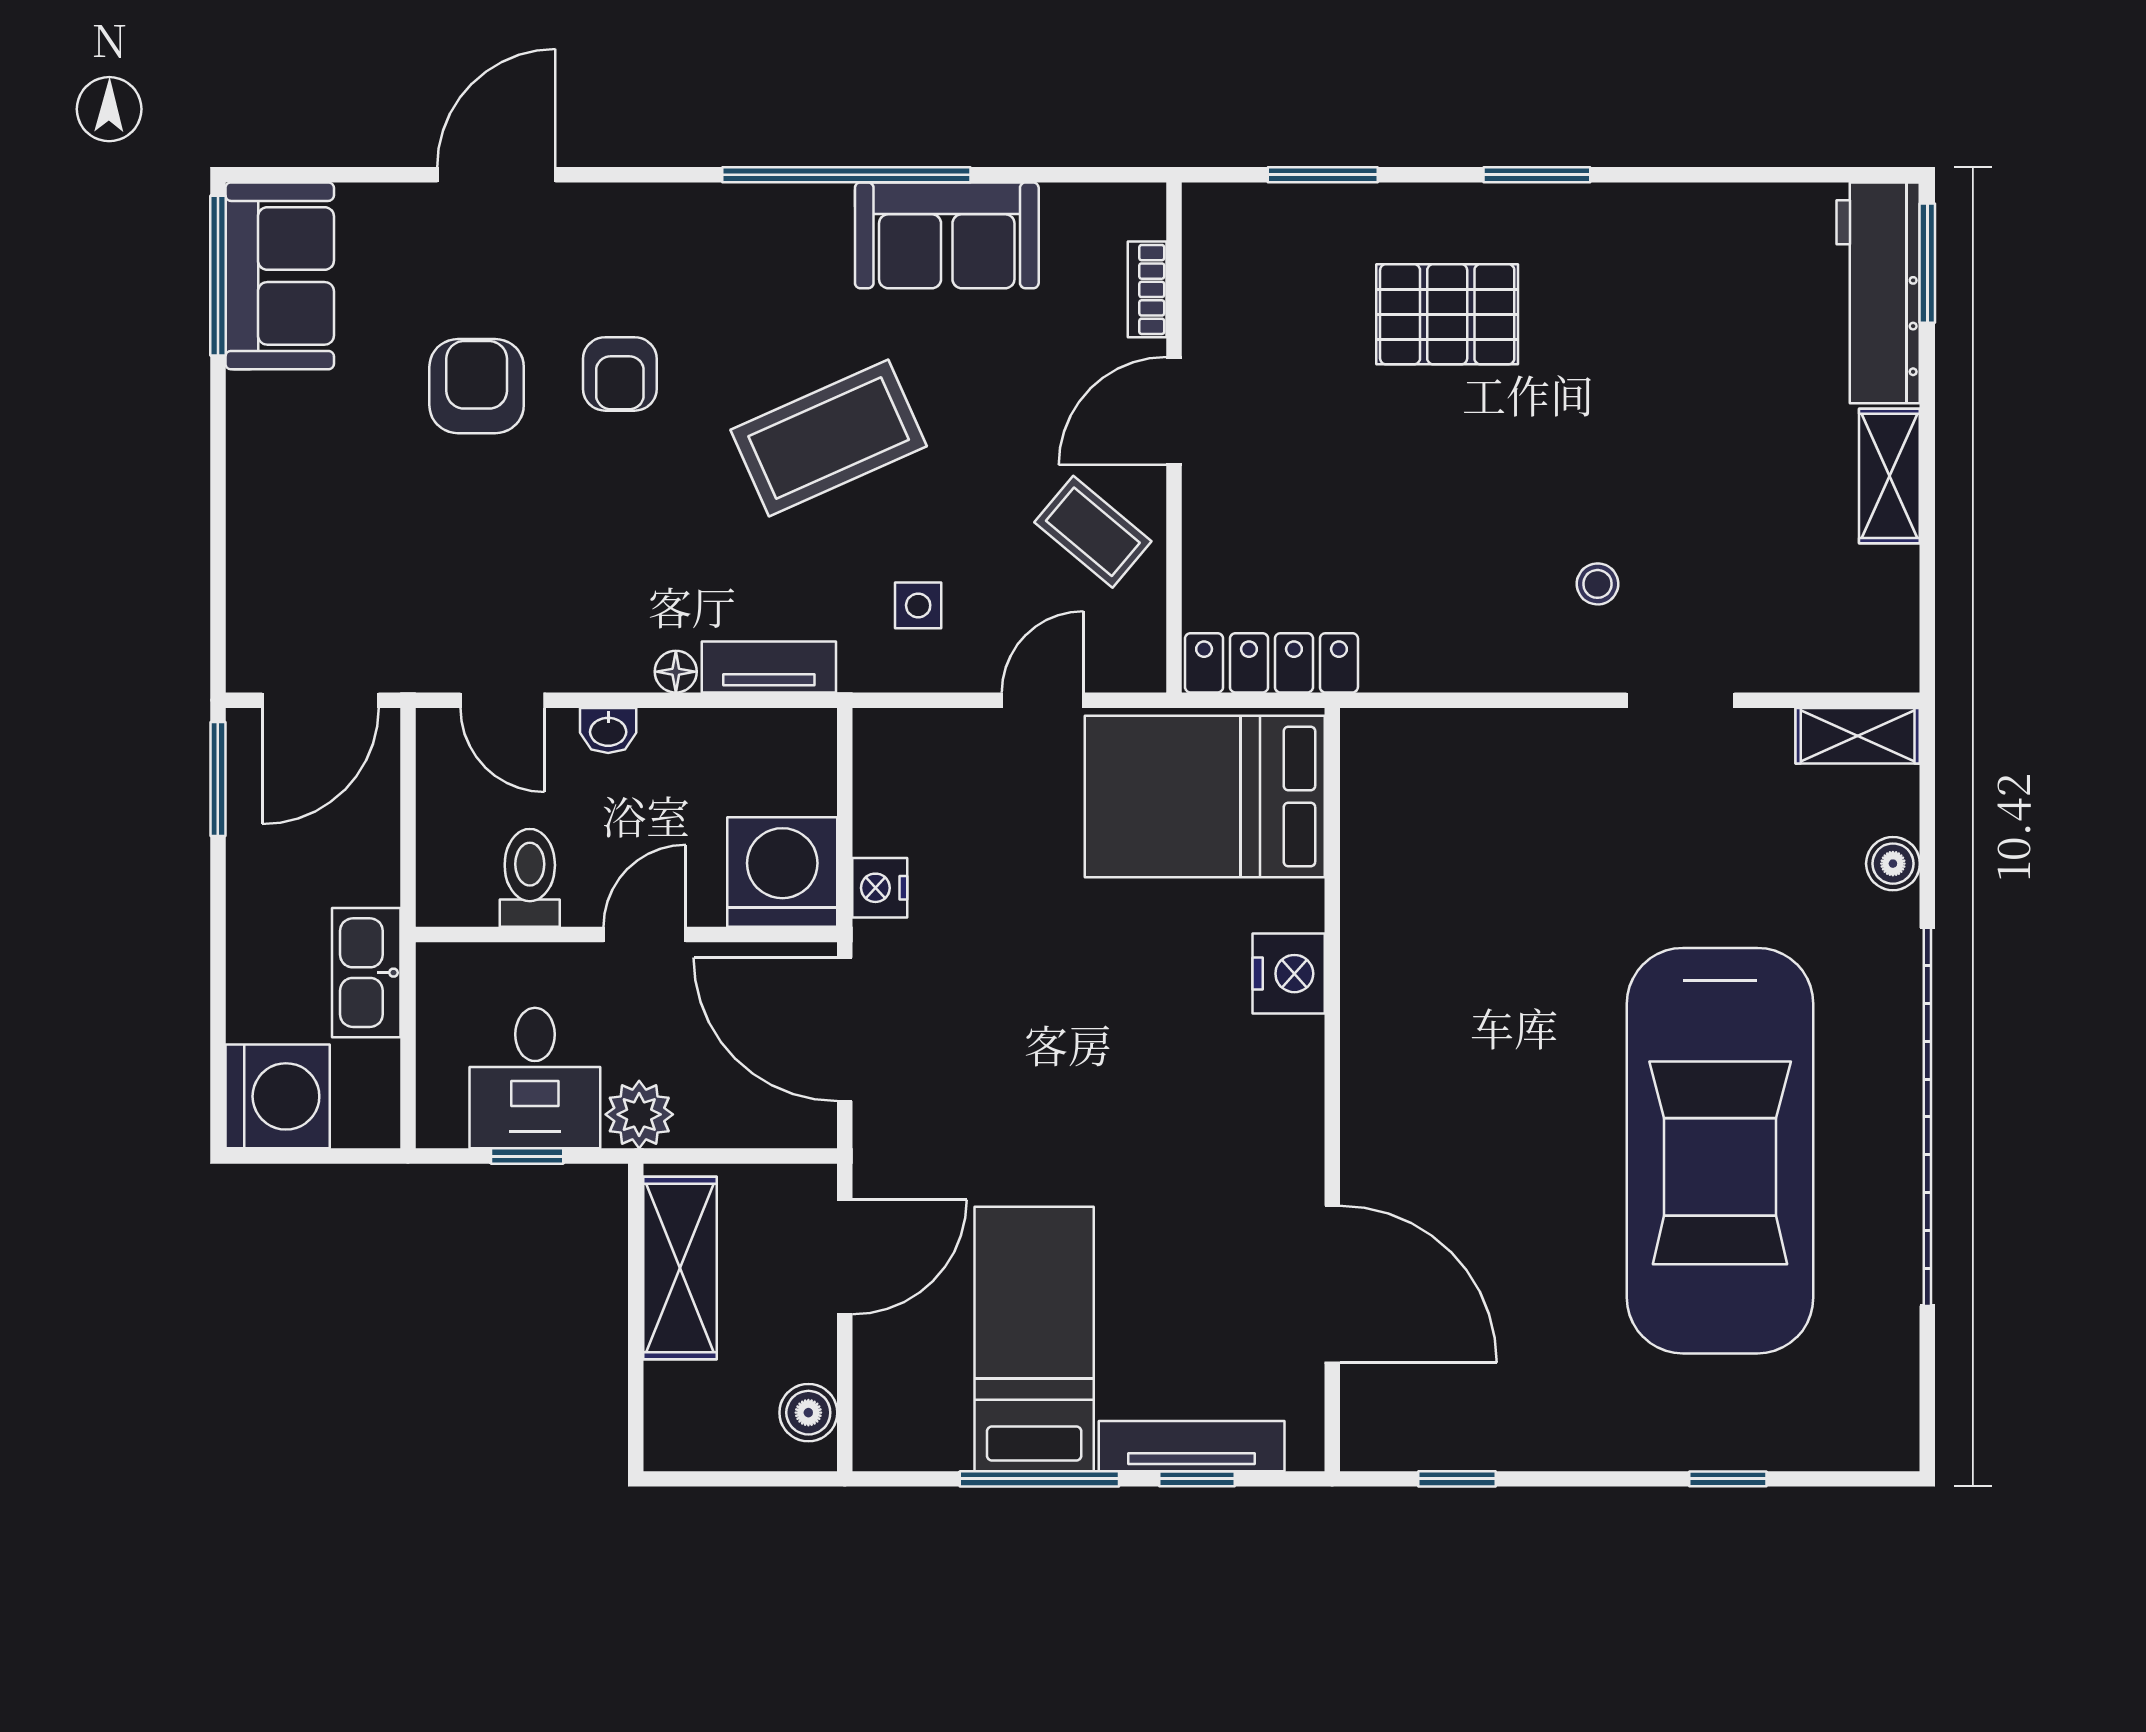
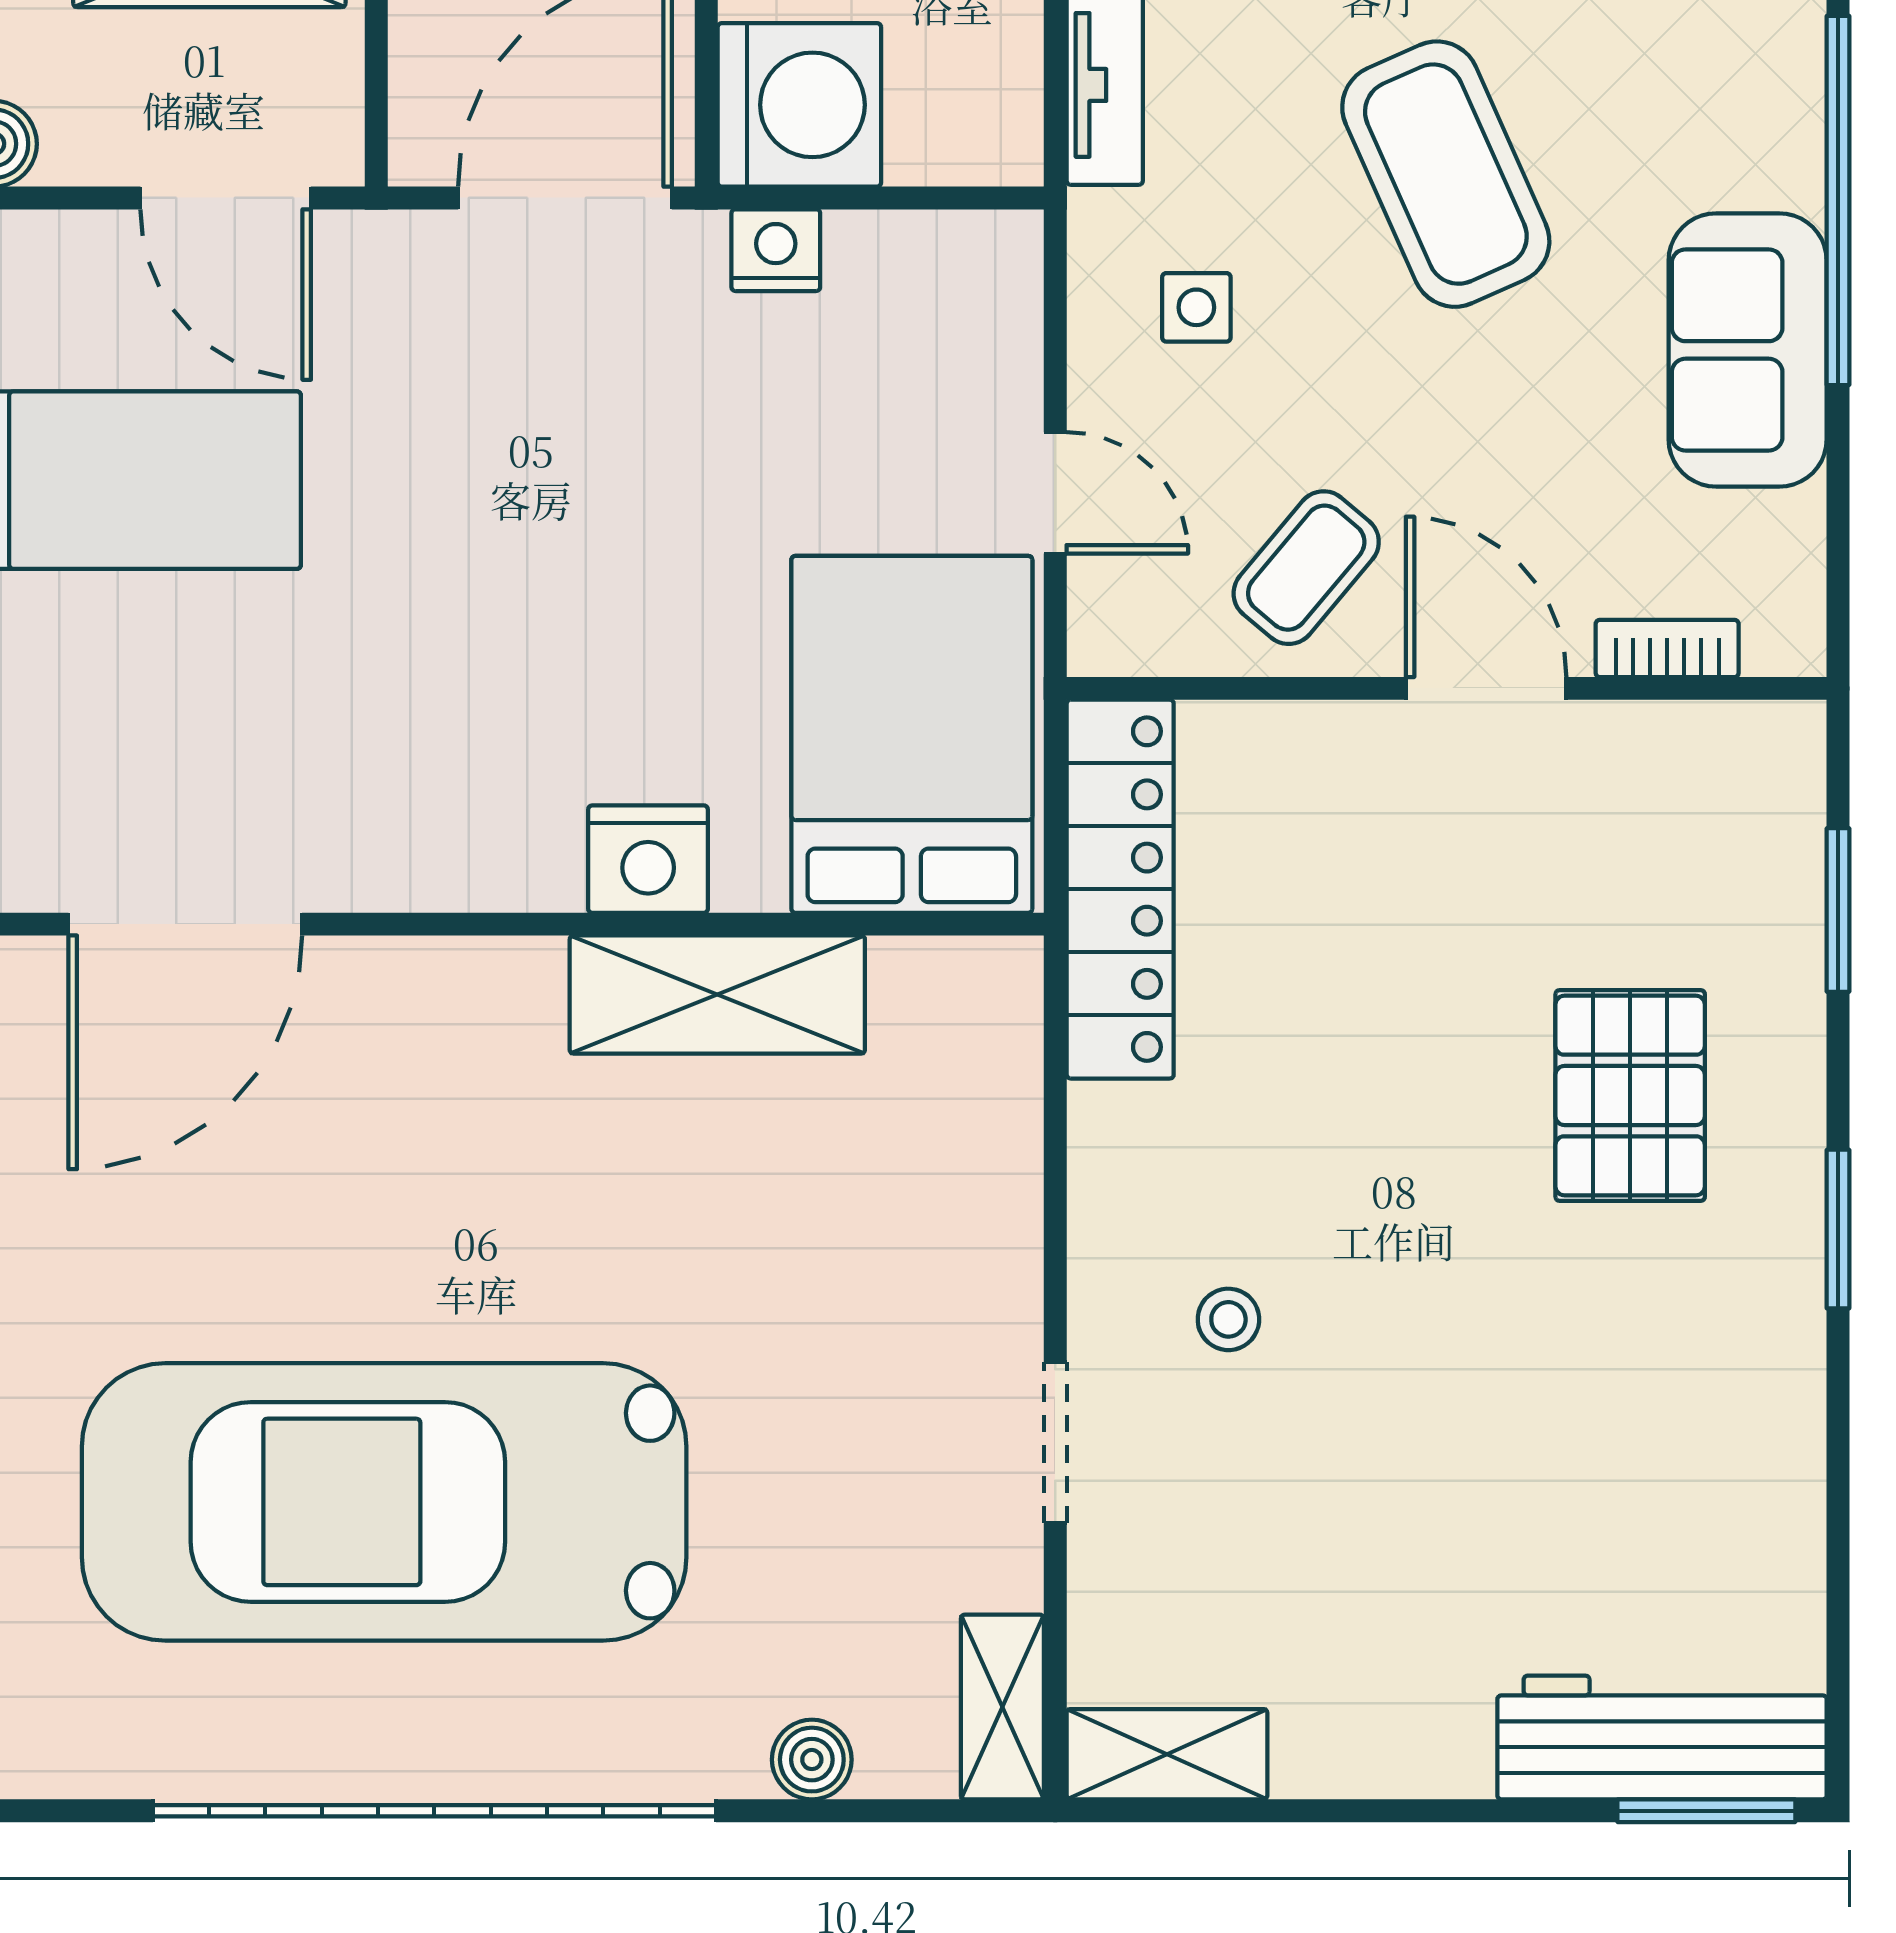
shelving: (1889, 476) -> (1167, 1754), moved
locker: (1271, 663) -> (1120, 889), width x1.41, depth x1.21
shelving: (1379, 927) -> (717, 995), added

